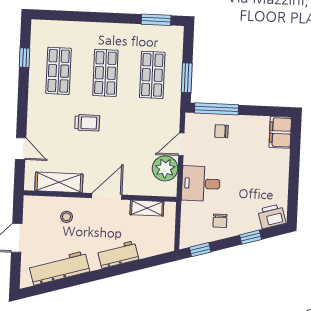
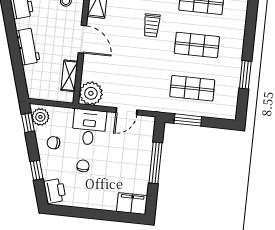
window: (156, 20) -> (245, 75), moved
window: (216, 109) -> (155, 163), moved
chair: (221, 131) -> (83, 166), moved
door: (181, 144) -> (127, 111), swing flipped
plant: (165, 168) -> (91, 93), moved
plant: (193, 237) -> (40, 117), added

